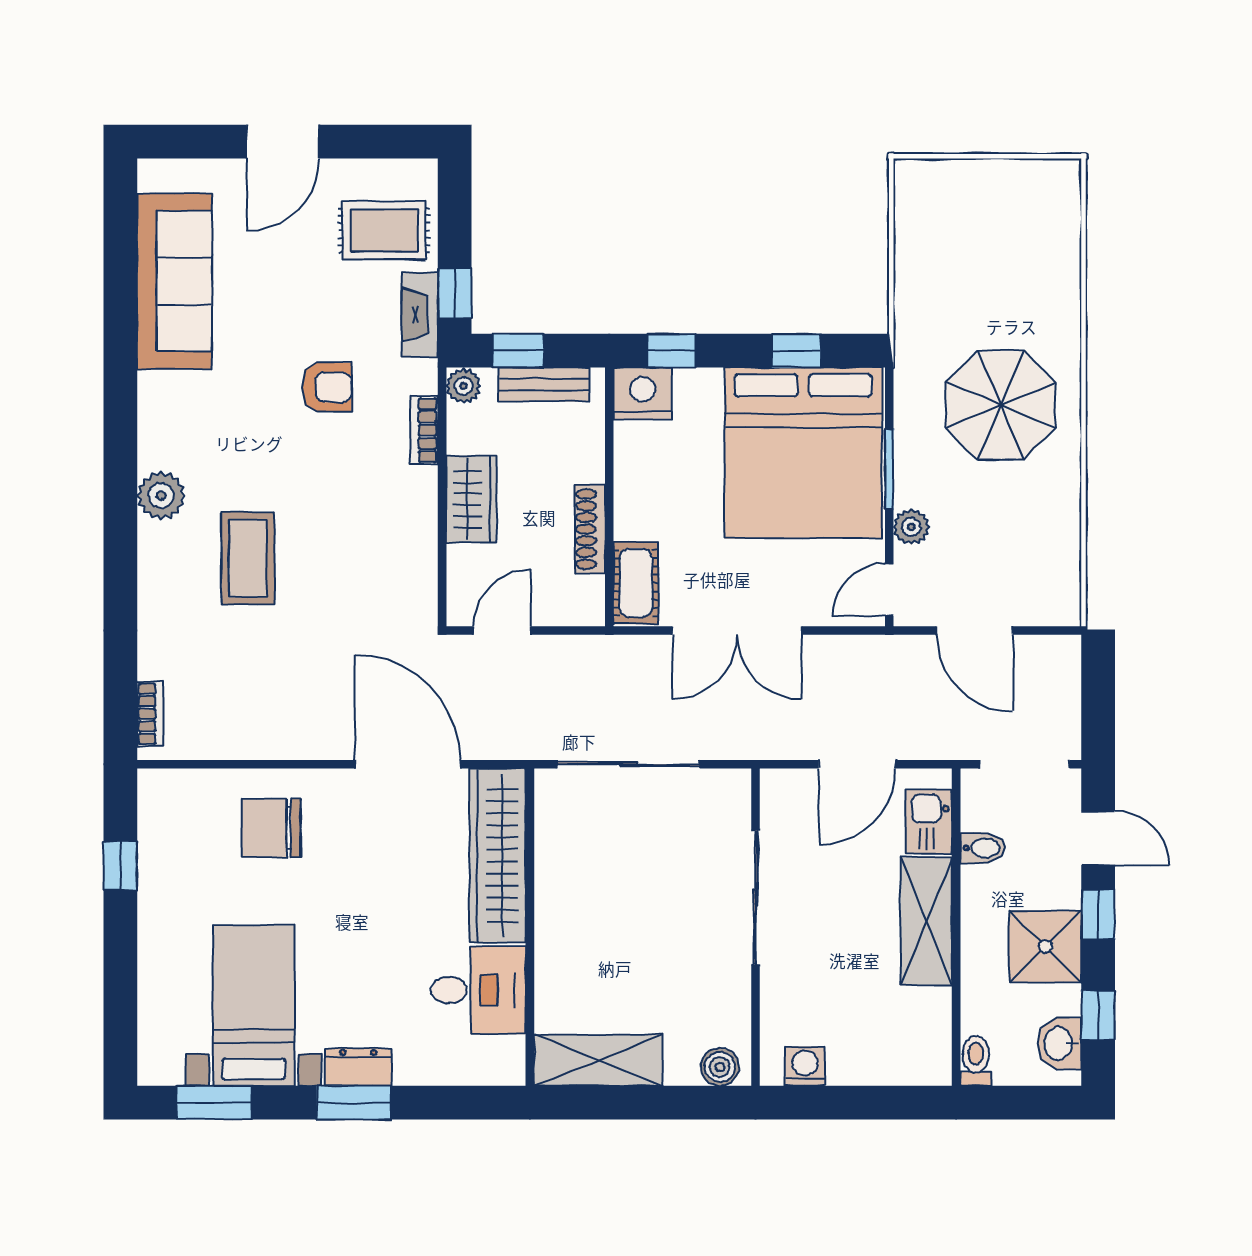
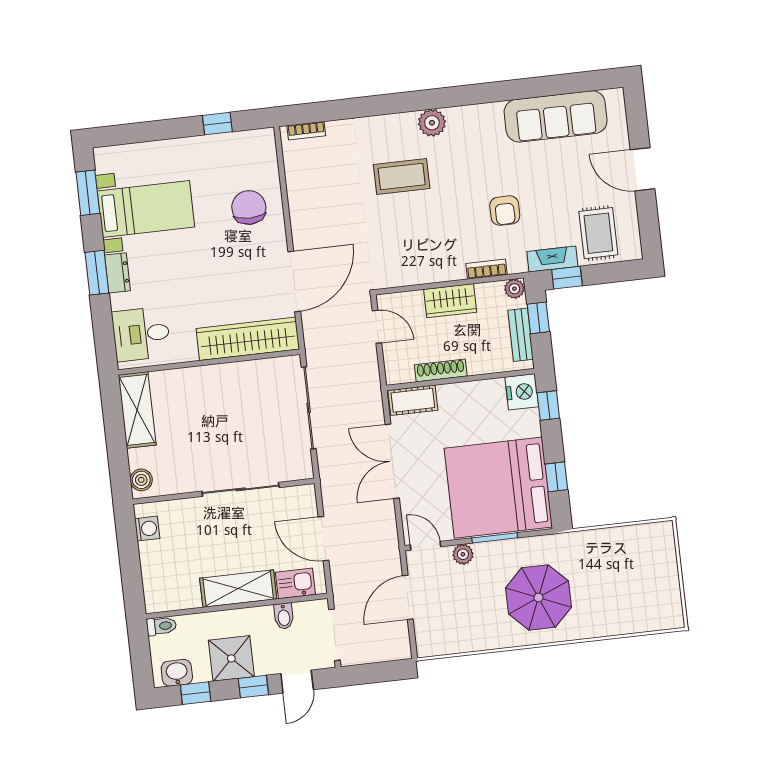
desk: (478, 990) -> (141, 334), moved, turned 90

